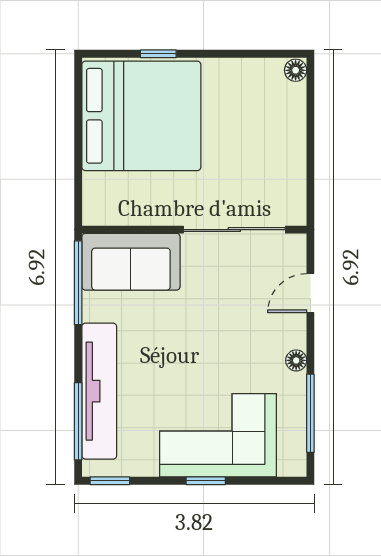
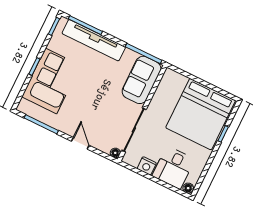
desk: (270, 118) -> (173, 168), added
nightstand: (292, 171) -> (147, 166), added
door: (310, 293) -> (80, 143), moved
floor lamp: (296, 360) -> (115, 153), moved

